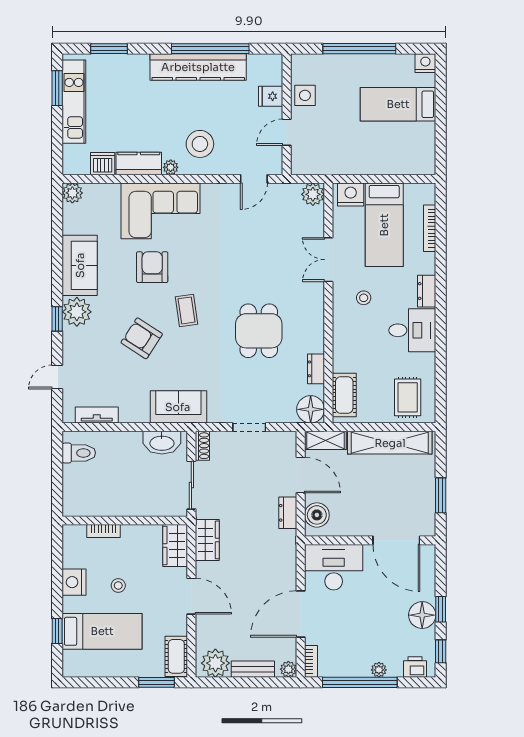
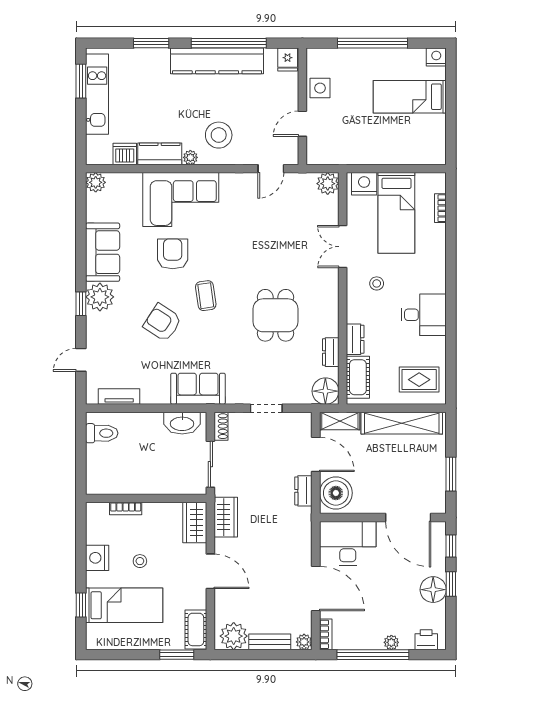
window: (109, 49) -> (151, 43), moved
fridge: (271, 96) -> (288, 59), moved, turned -90
bookcase: (430, 228) -> (440, 208), width x0.64
dresser: (427, 291) -> (355, 339), moved, turned 180
rug: (408, 397) -> (419, 380), turned 90
boiler: (317, 515) -> (336, 493), width x1.37, depth x1.37
door: (301, 614) -> (316, 589), swing flipped
window: (441, 651) -> (451, 546), moved

